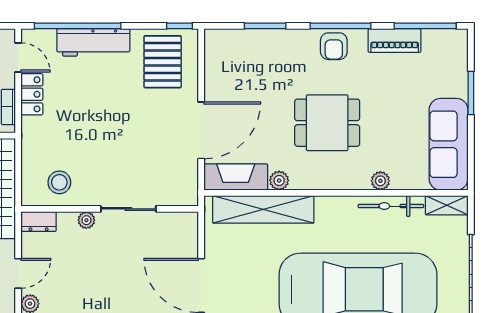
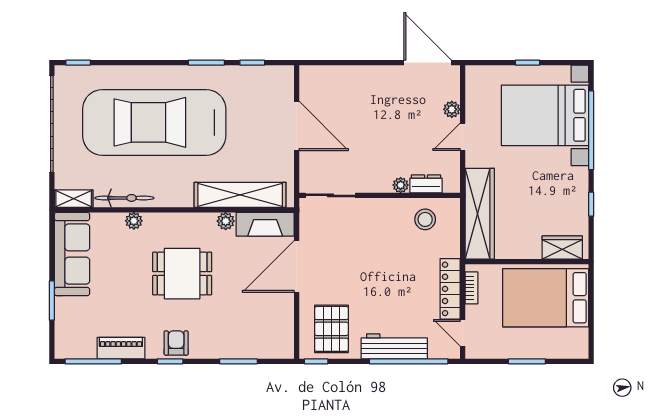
window: (340, 26) -> (170, 361), width x0.46
locker: (32, 94) -> (450, 289), width x1.53
sliding door: (128, 209) -> (330, 195), moved
dresser: (39, 222) -> (426, 184), moved

